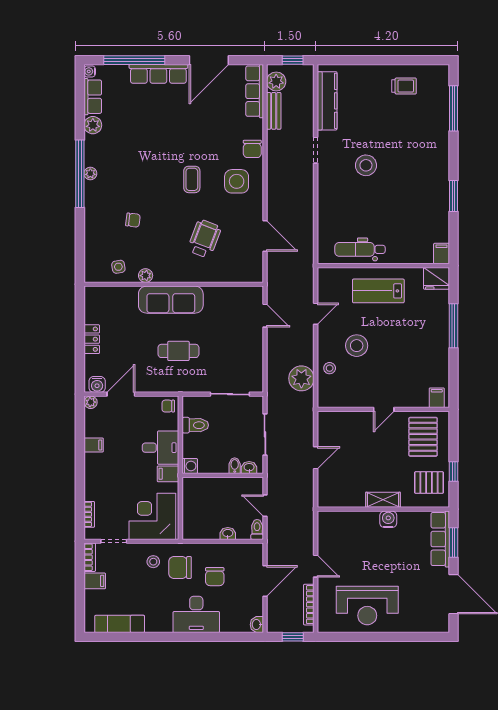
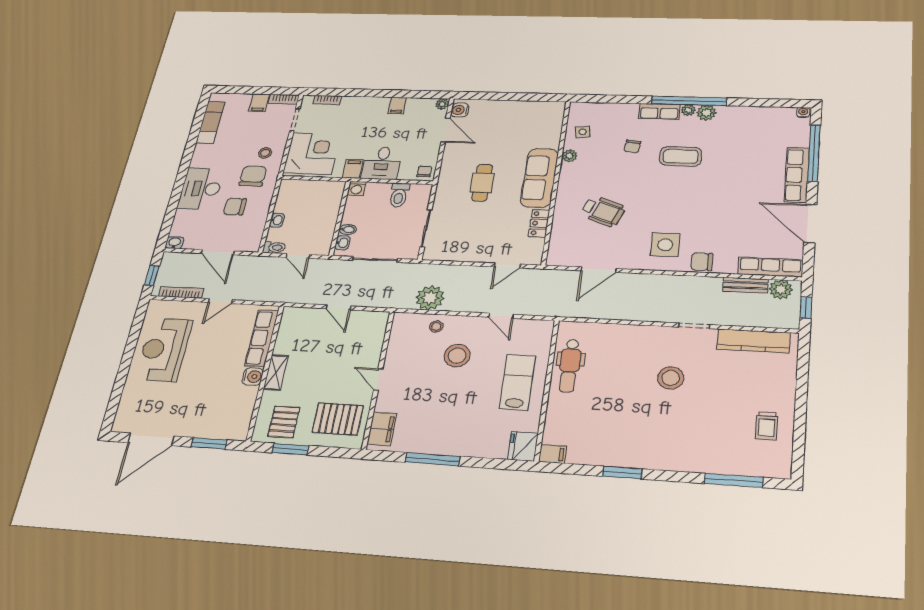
row of seats: (93, 97) -> (659, 111), moved
plant: (93, 125) -> (706, 113), moved
coffee table: (192, 179) -> (681, 156), moved, width x1.36, depth x1.30
dental chair: (360, 249) -> (570, 366), turned 180
window: (454, 326) -> (433, 459), moved
locker: (92, 339) -> (539, 223), moved, turned 90
filing cabinet: (437, 398) -> (382, 429), width x2.00
window: (454, 472) -> (290, 449), width x1.50
door: (265, 506) -> (298, 256), swing flipped
row of seats: (440, 539) -> (262, 338), moved, turned -90

